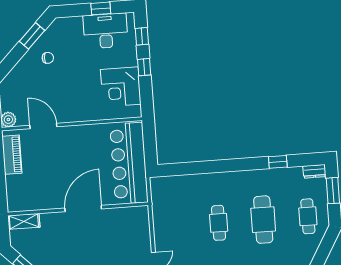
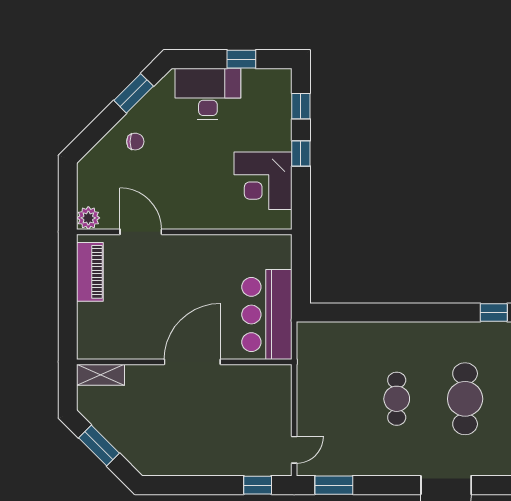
desk: (106, 31) -> (208, 94), moved
chair: (48, 58) -> (135, 142), moved
bar counter: (129, 163) -> (267, 315), width x0.73

